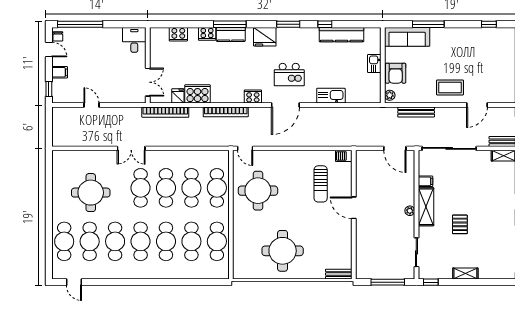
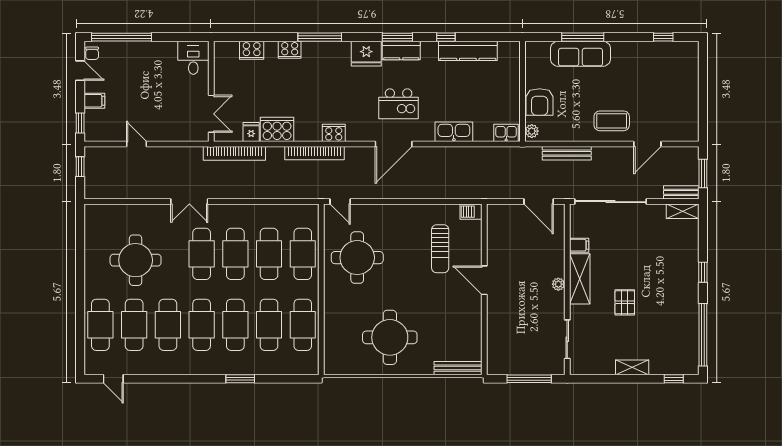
kitchen counter: (231, 34) -> (401, 51), moved
sofa: (407, 37) -> (581, 54), moved
kitchen sink: (374, 64) -> (506, 133), moved, turned 90
cooker: (253, 97) -> (334, 133), moved
window: (49, 122) -> (80, 167), added
bench: (339, 274) -> (458, 368), width x1.36
window: (170, 282) -> (240, 379), added
window: (431, 282) -> (674, 379), moved

